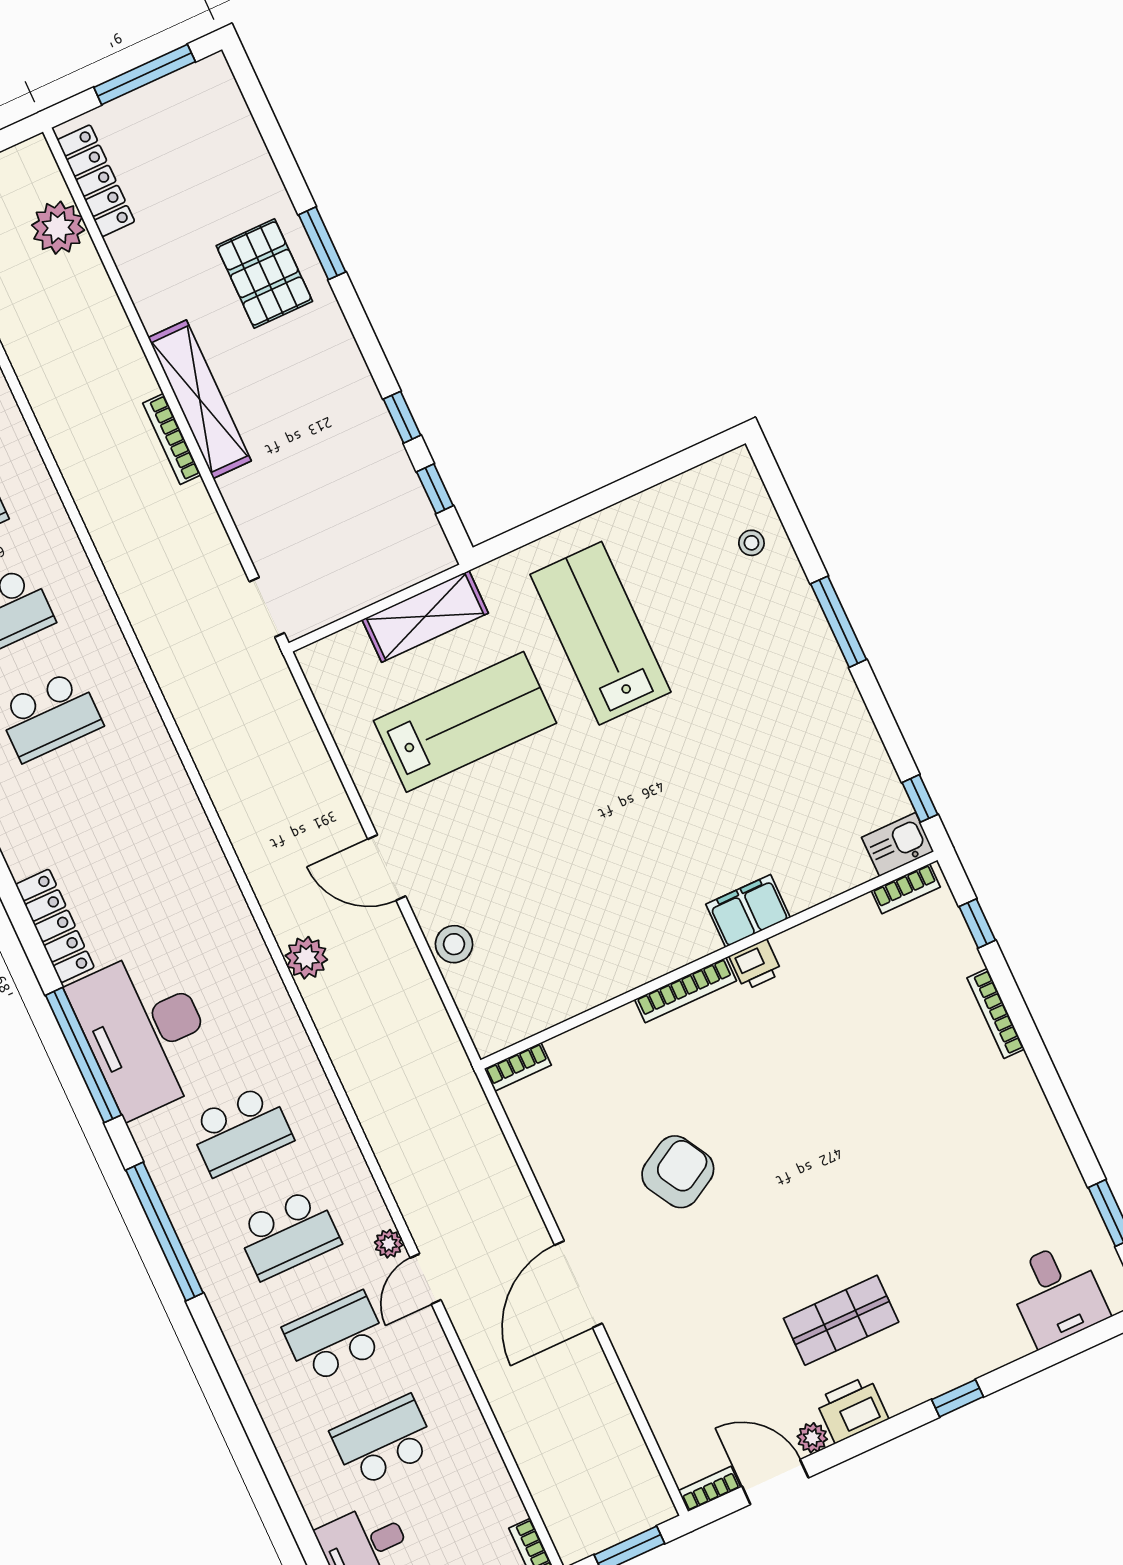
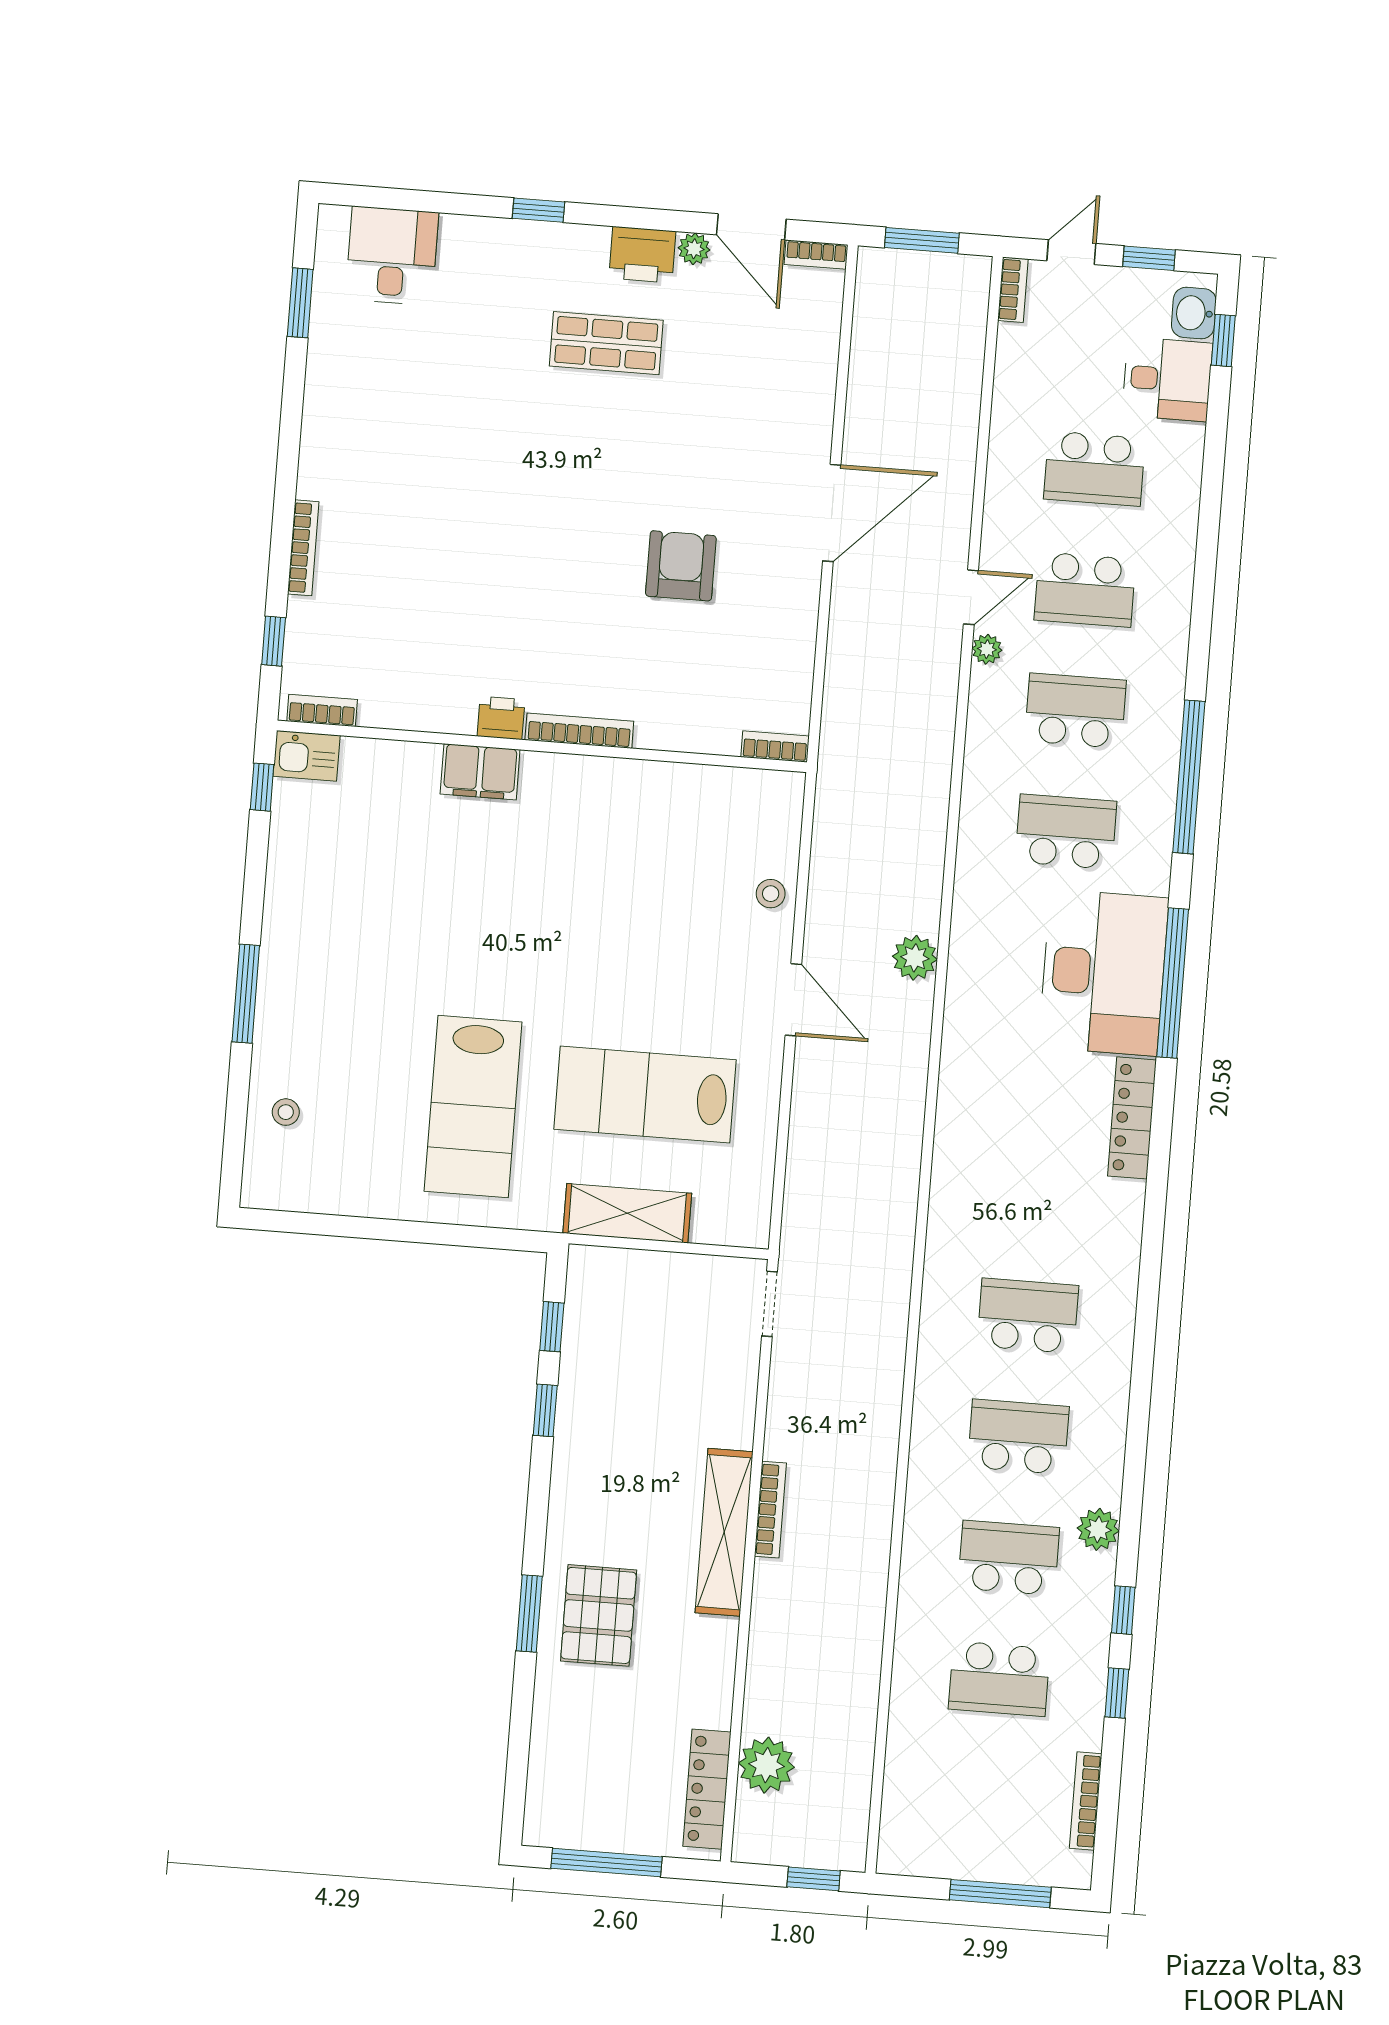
stool: (454, 944) -> (771, 894), width x0.73, depth x0.73
armchair: (678, 1172) -> (681, 566), turned 120

